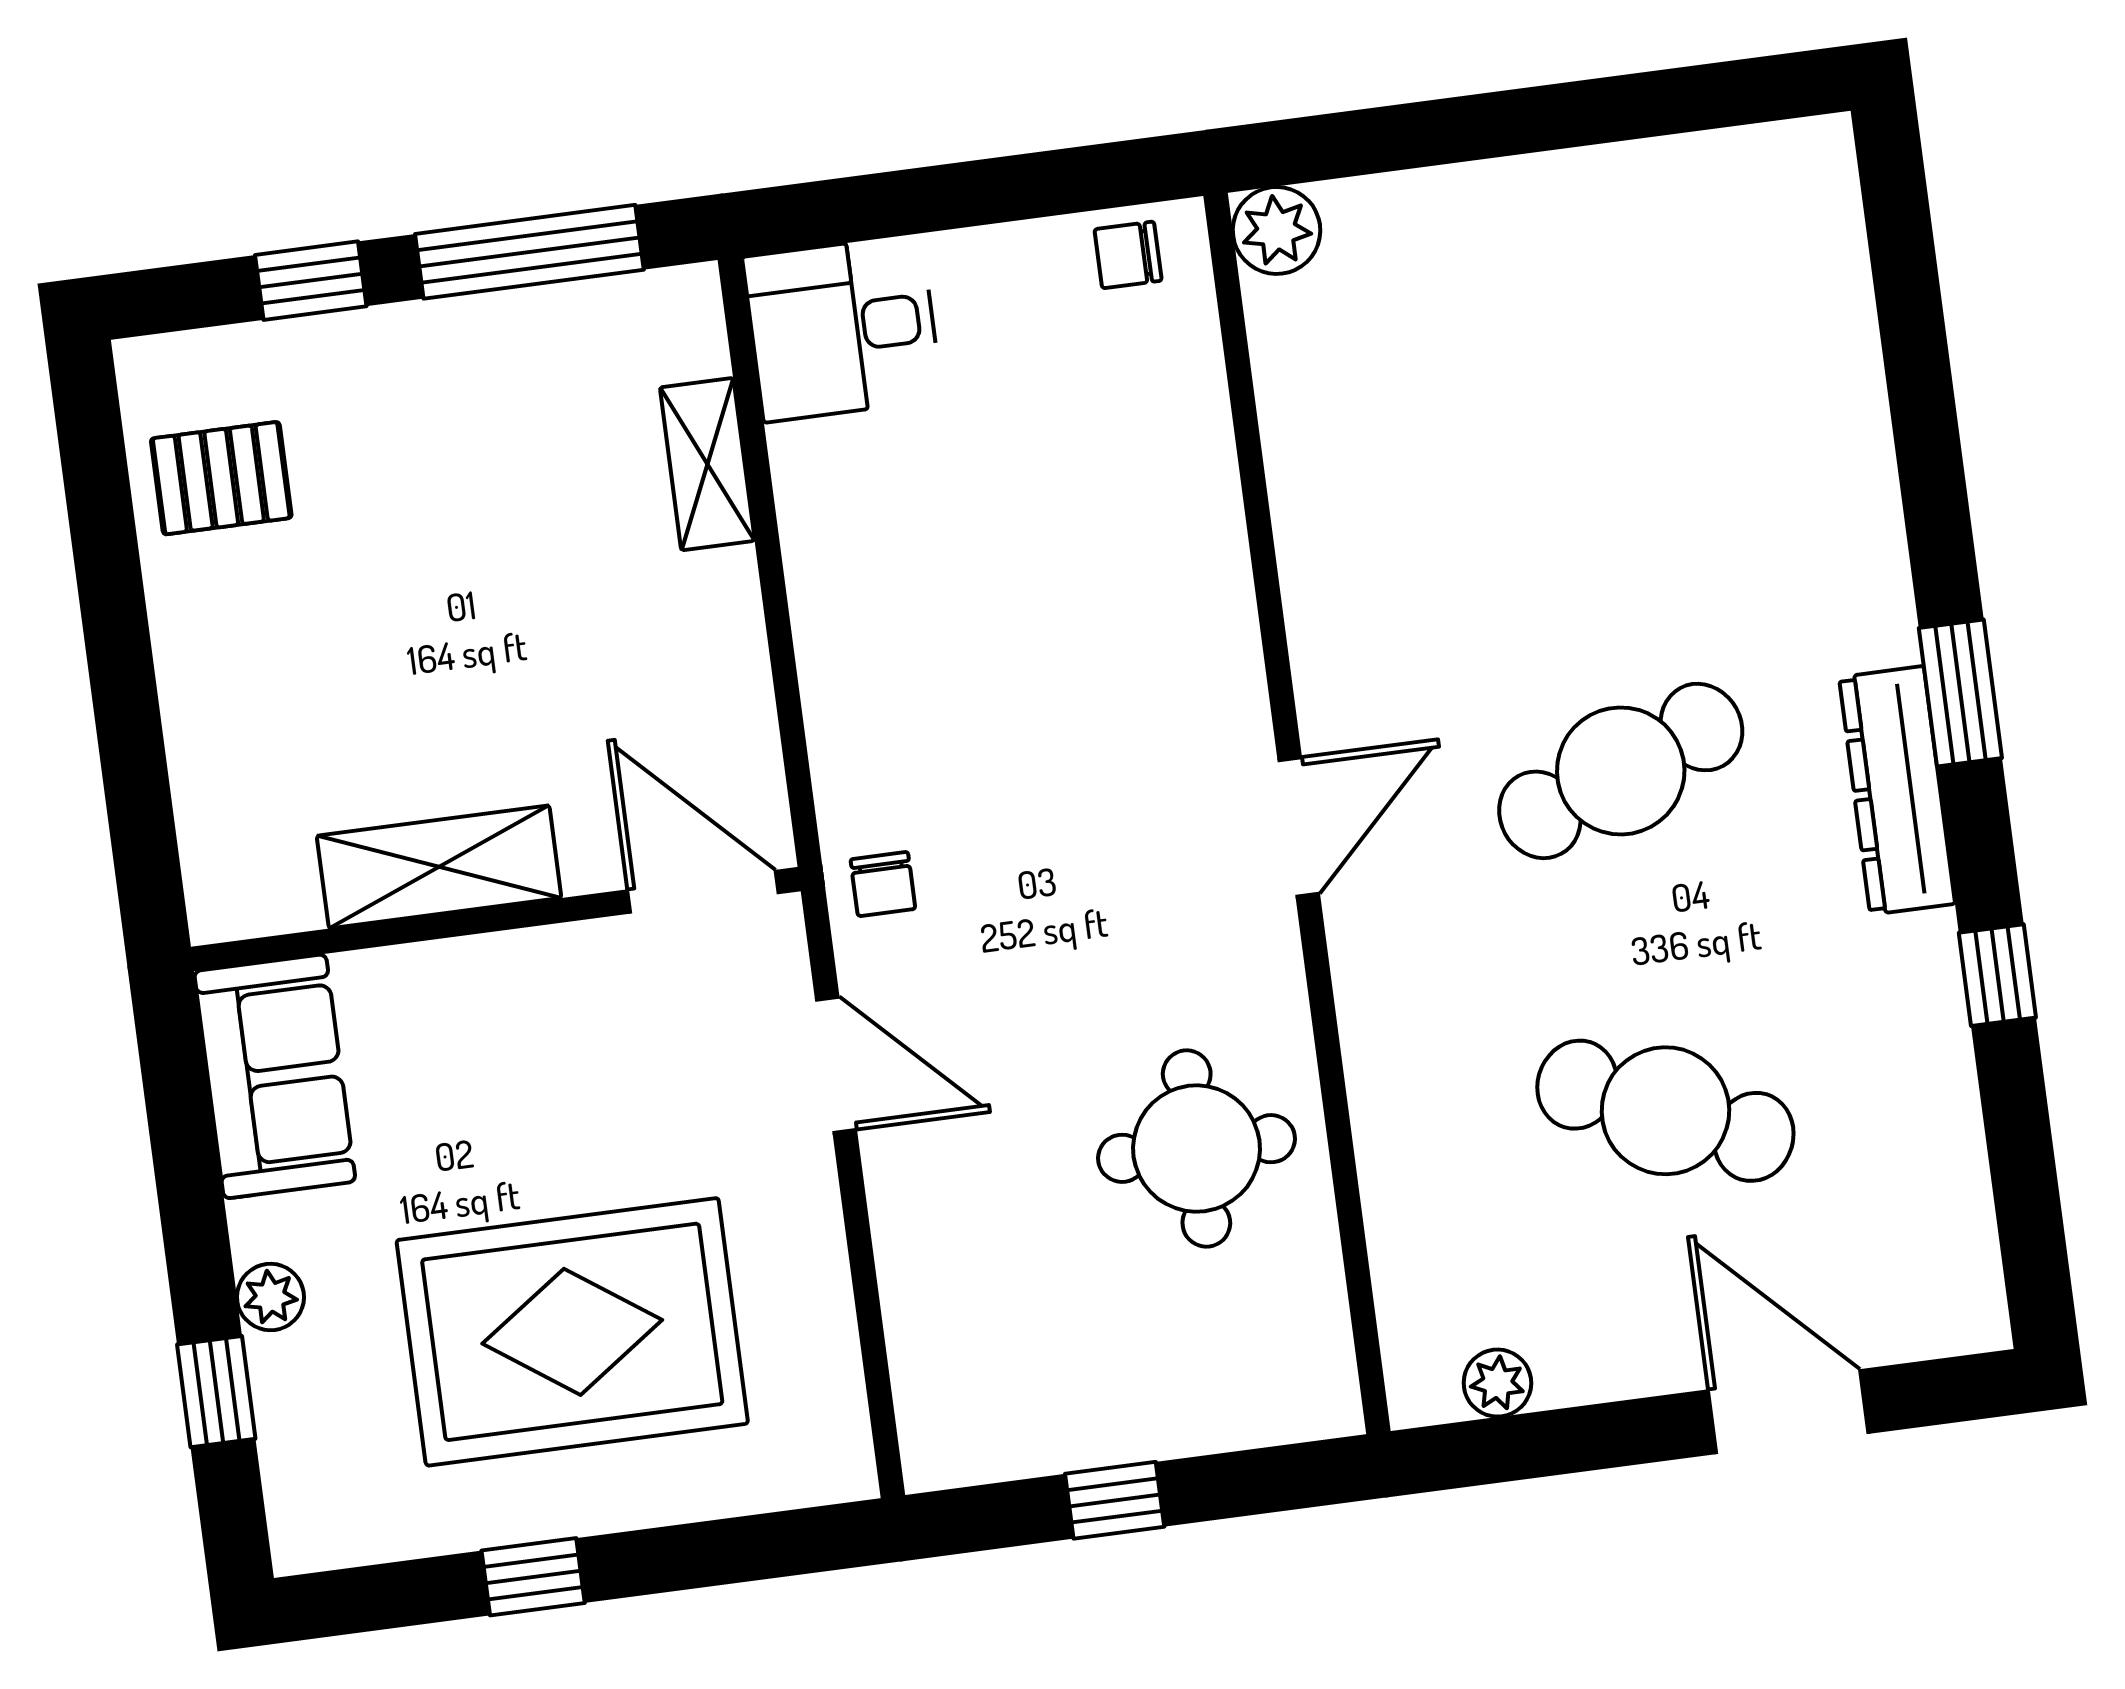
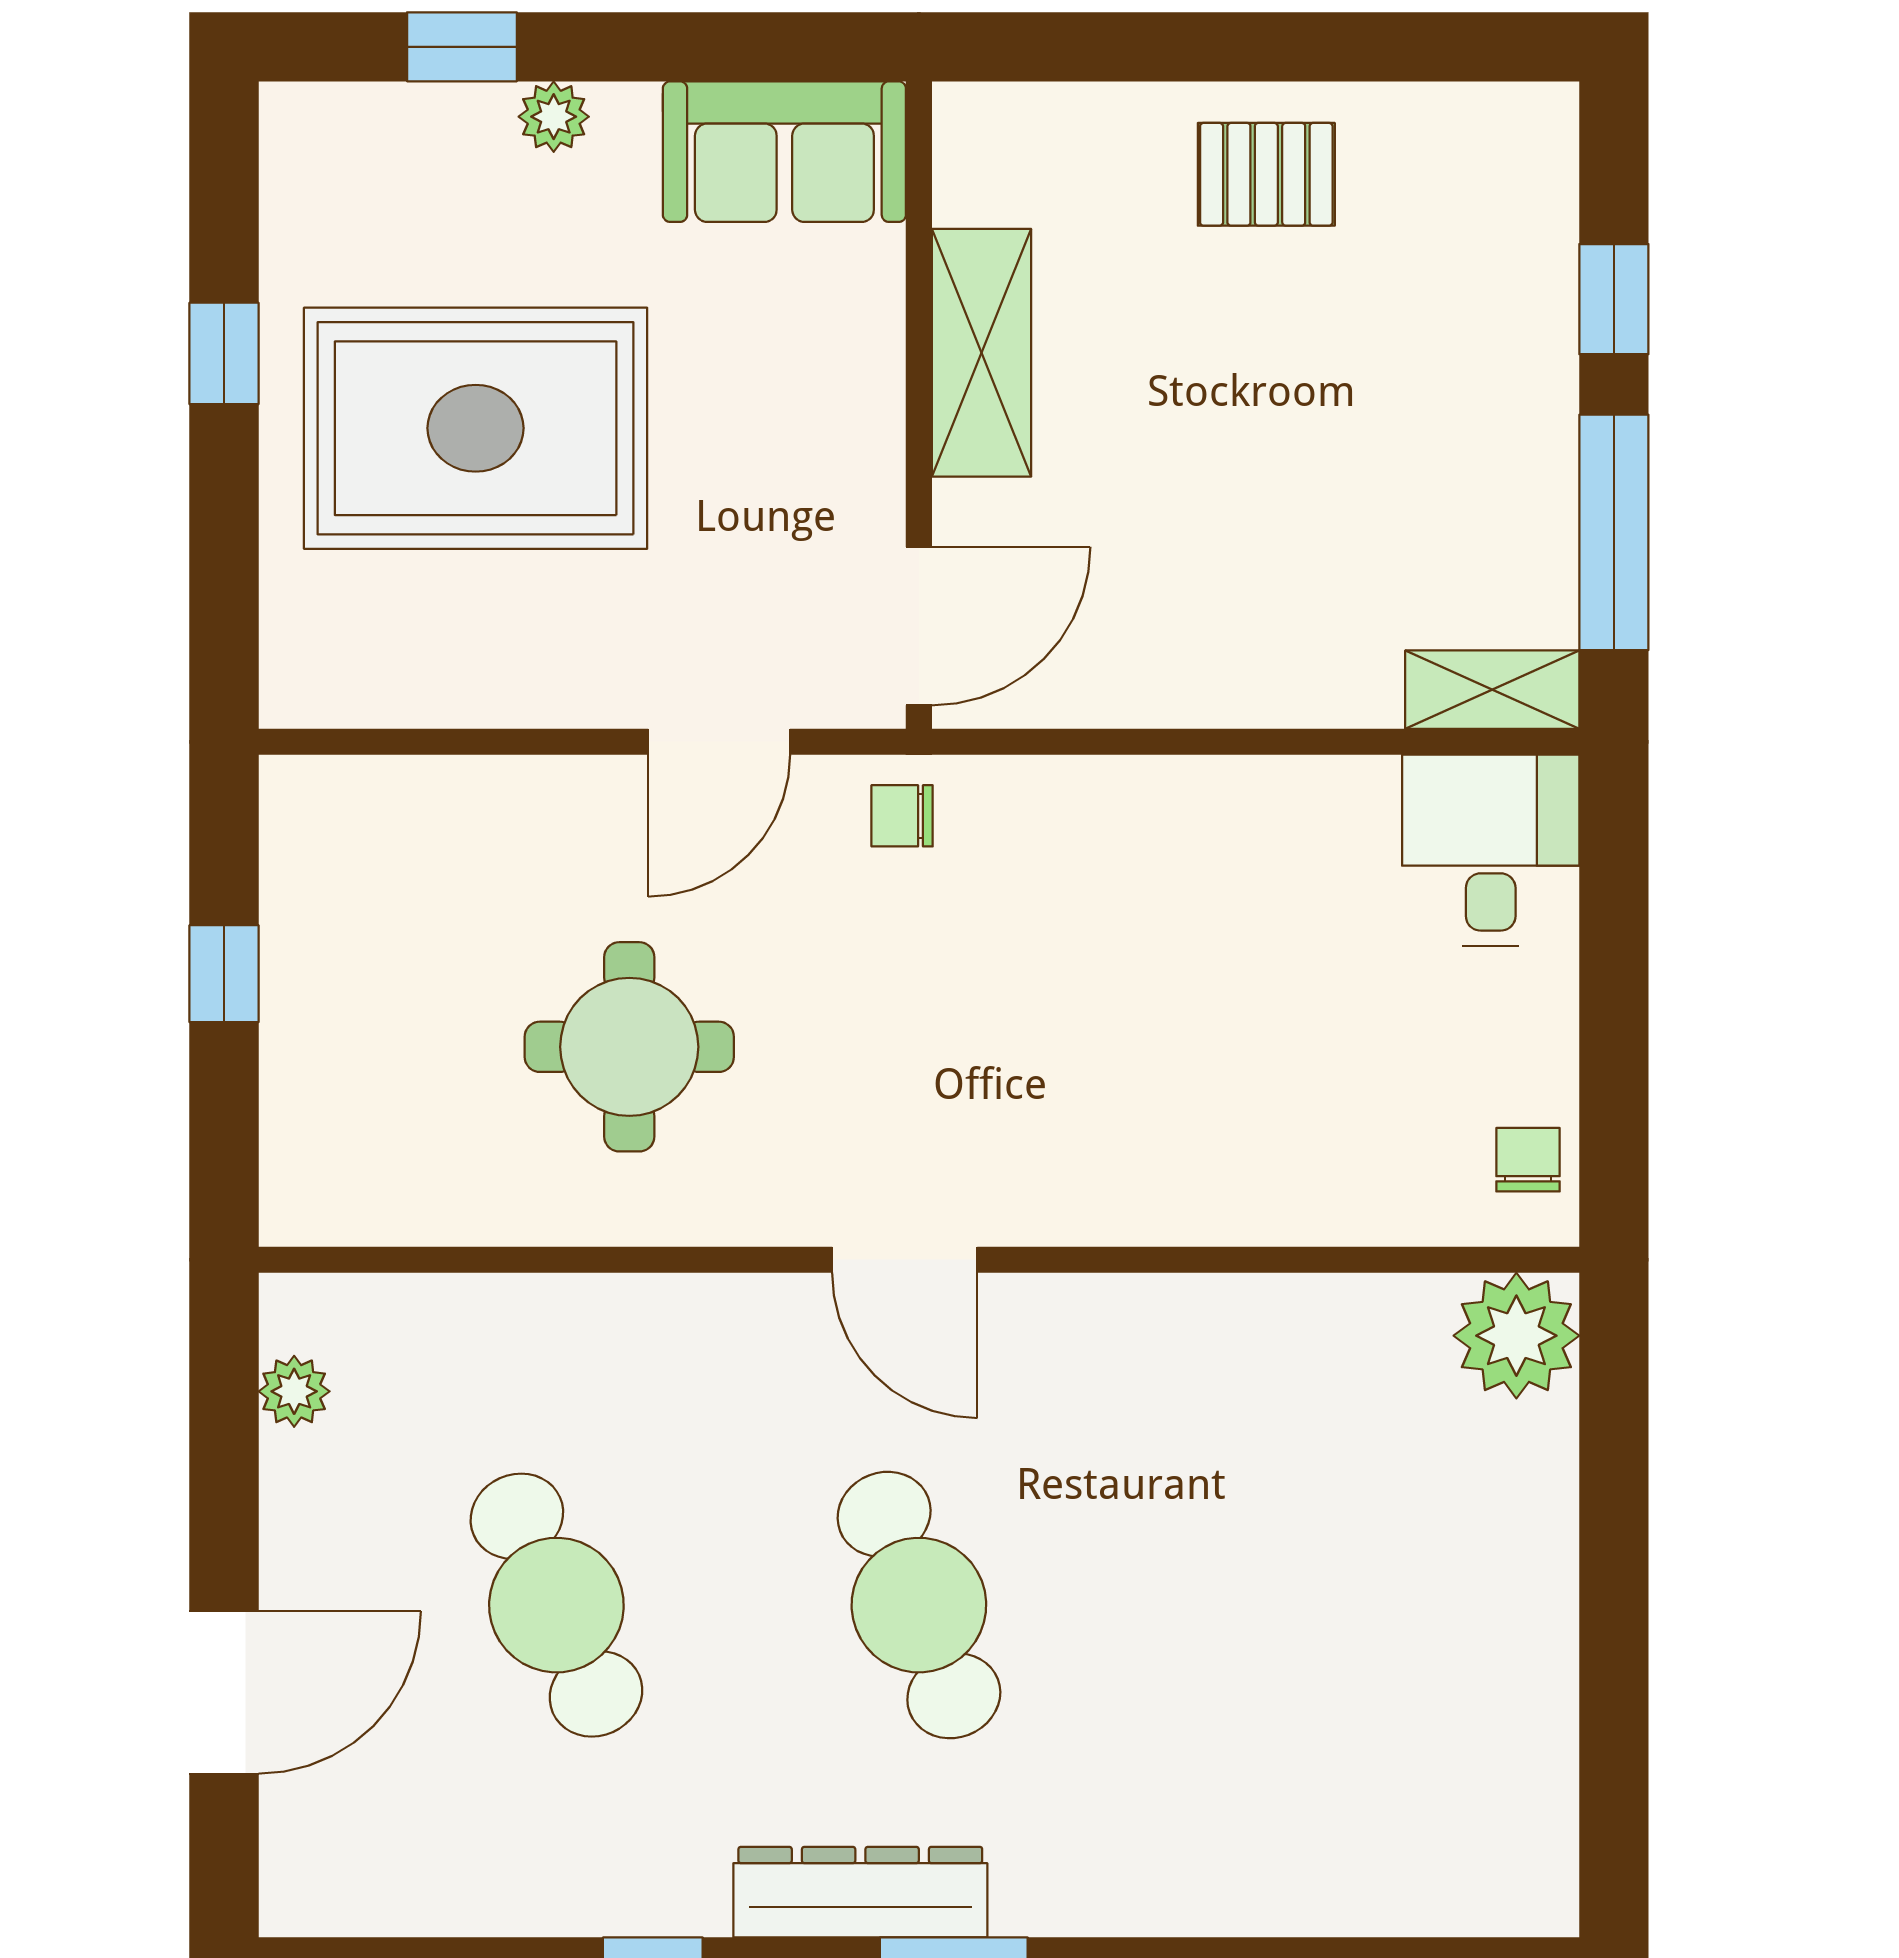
plant: (1277, 230) -> (1516, 1336), width x1.36, depth x1.36
shelving: (707, 464) -> (1492, 690), moved
pallet: (221, 478) -> (1266, 174), moved, turned 90
cafe table: (1665, 1111) -> (556, 1605), turned -48
round table: (1197, 1149) -> (629, 1047), moved
rug: (572, 1332) -> (476, 428), turned 90

